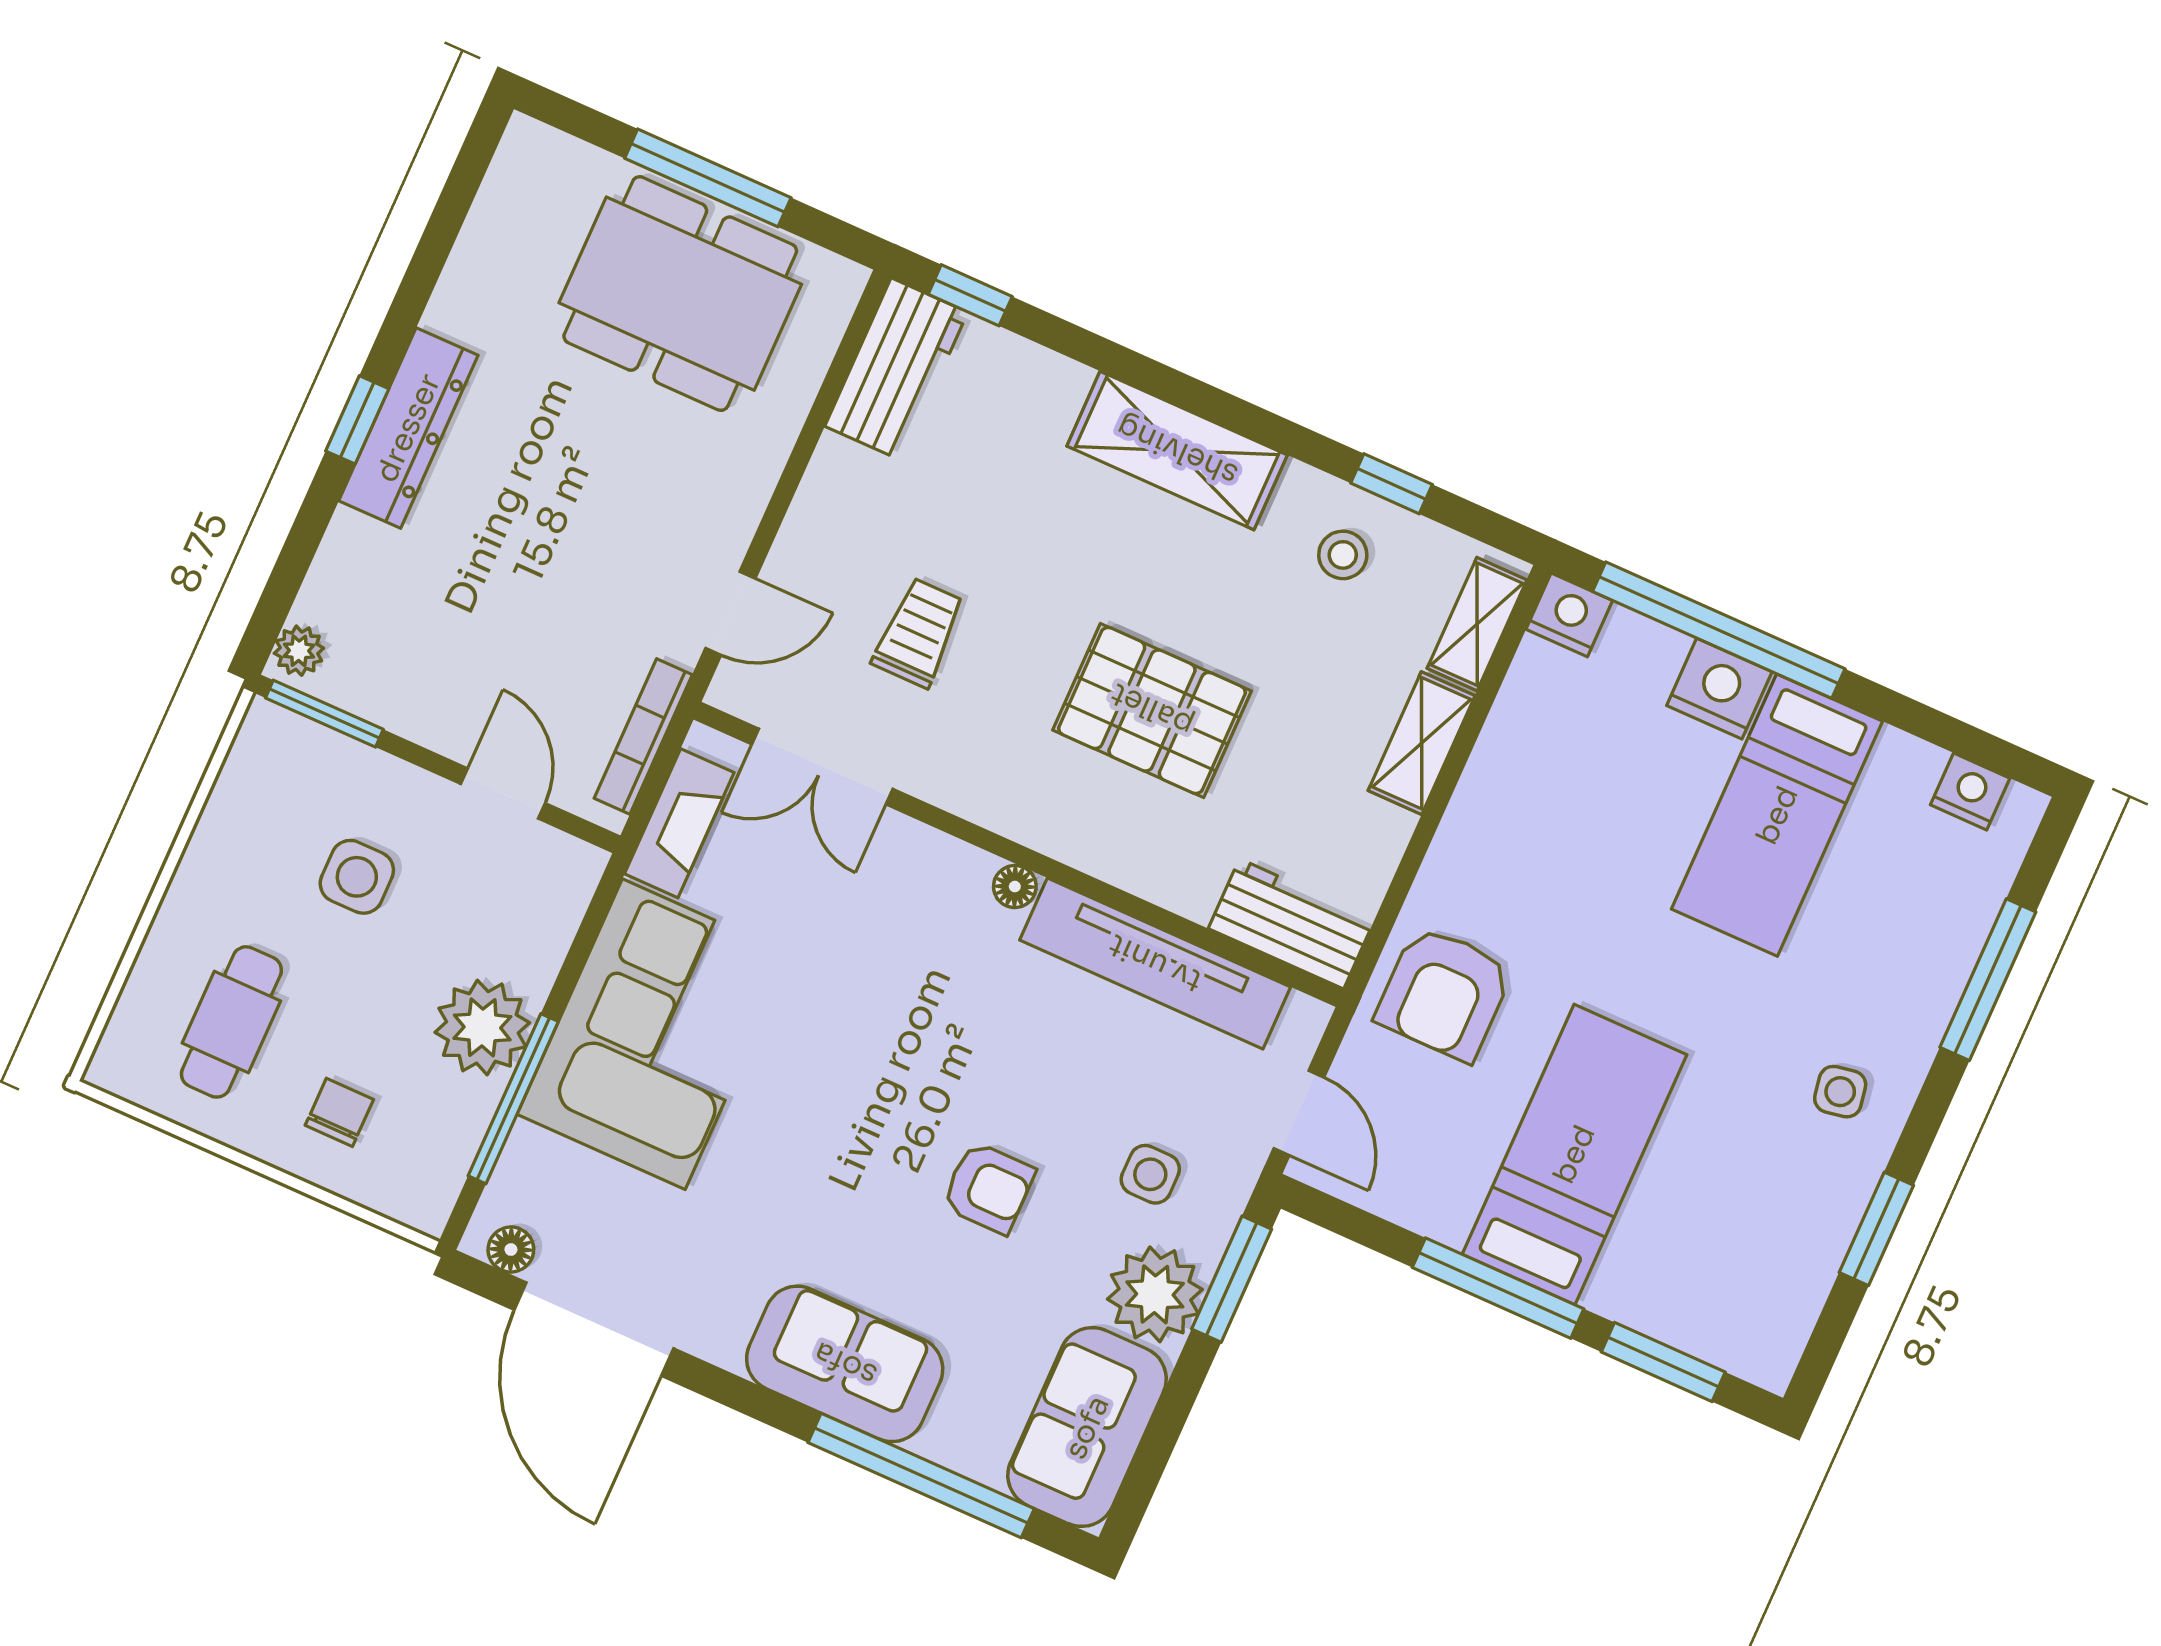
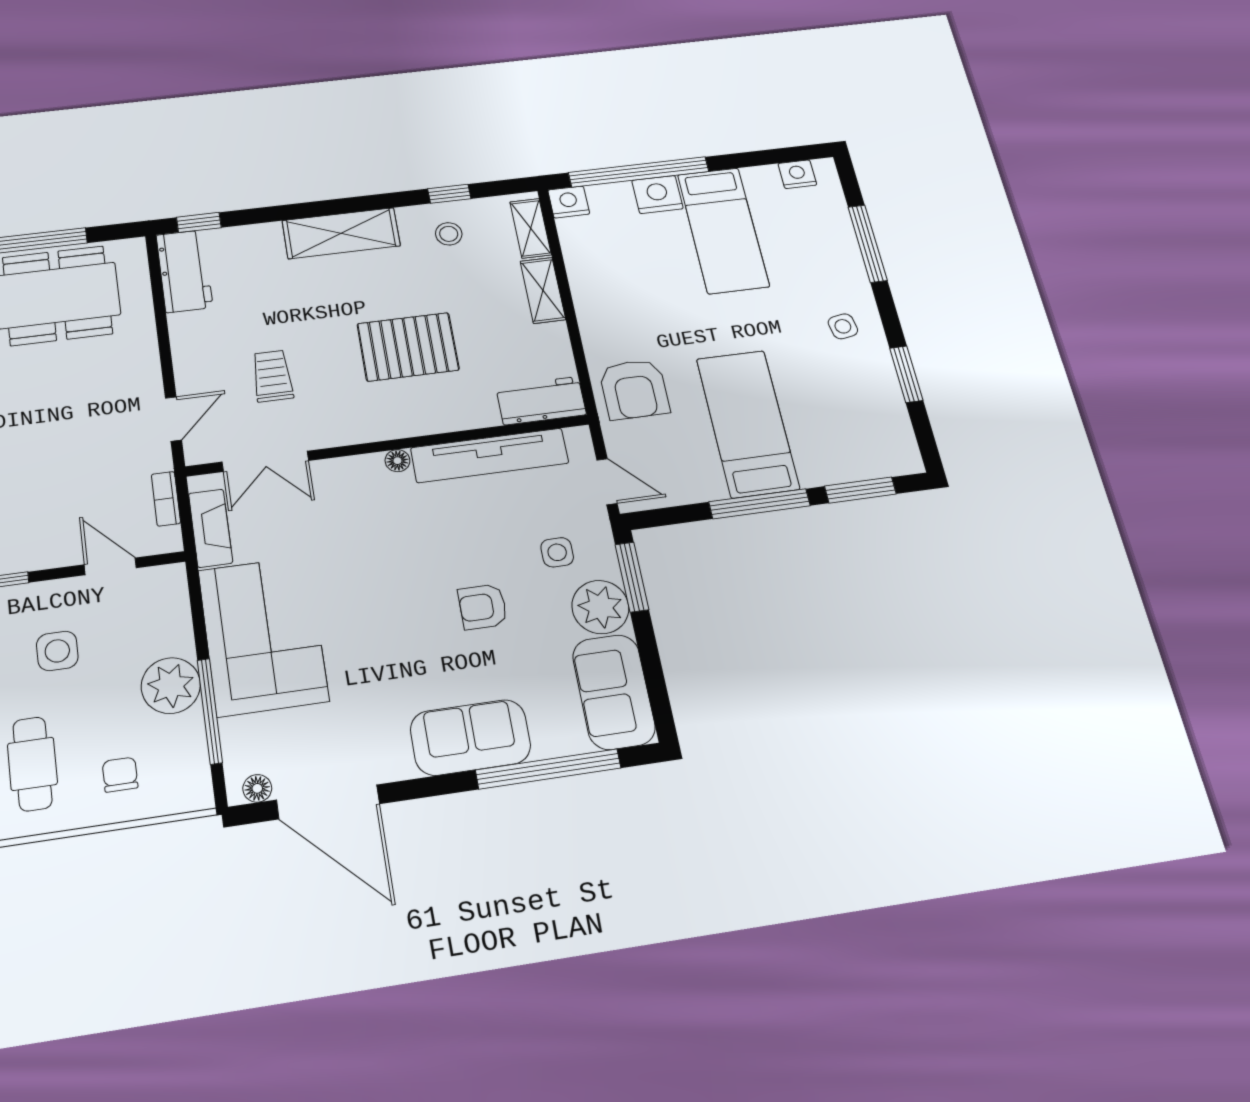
bookcase: (643, 736) -> (166, 499), width x0.64
armchair: (988, 1188) -> (483, 607), turned 180

